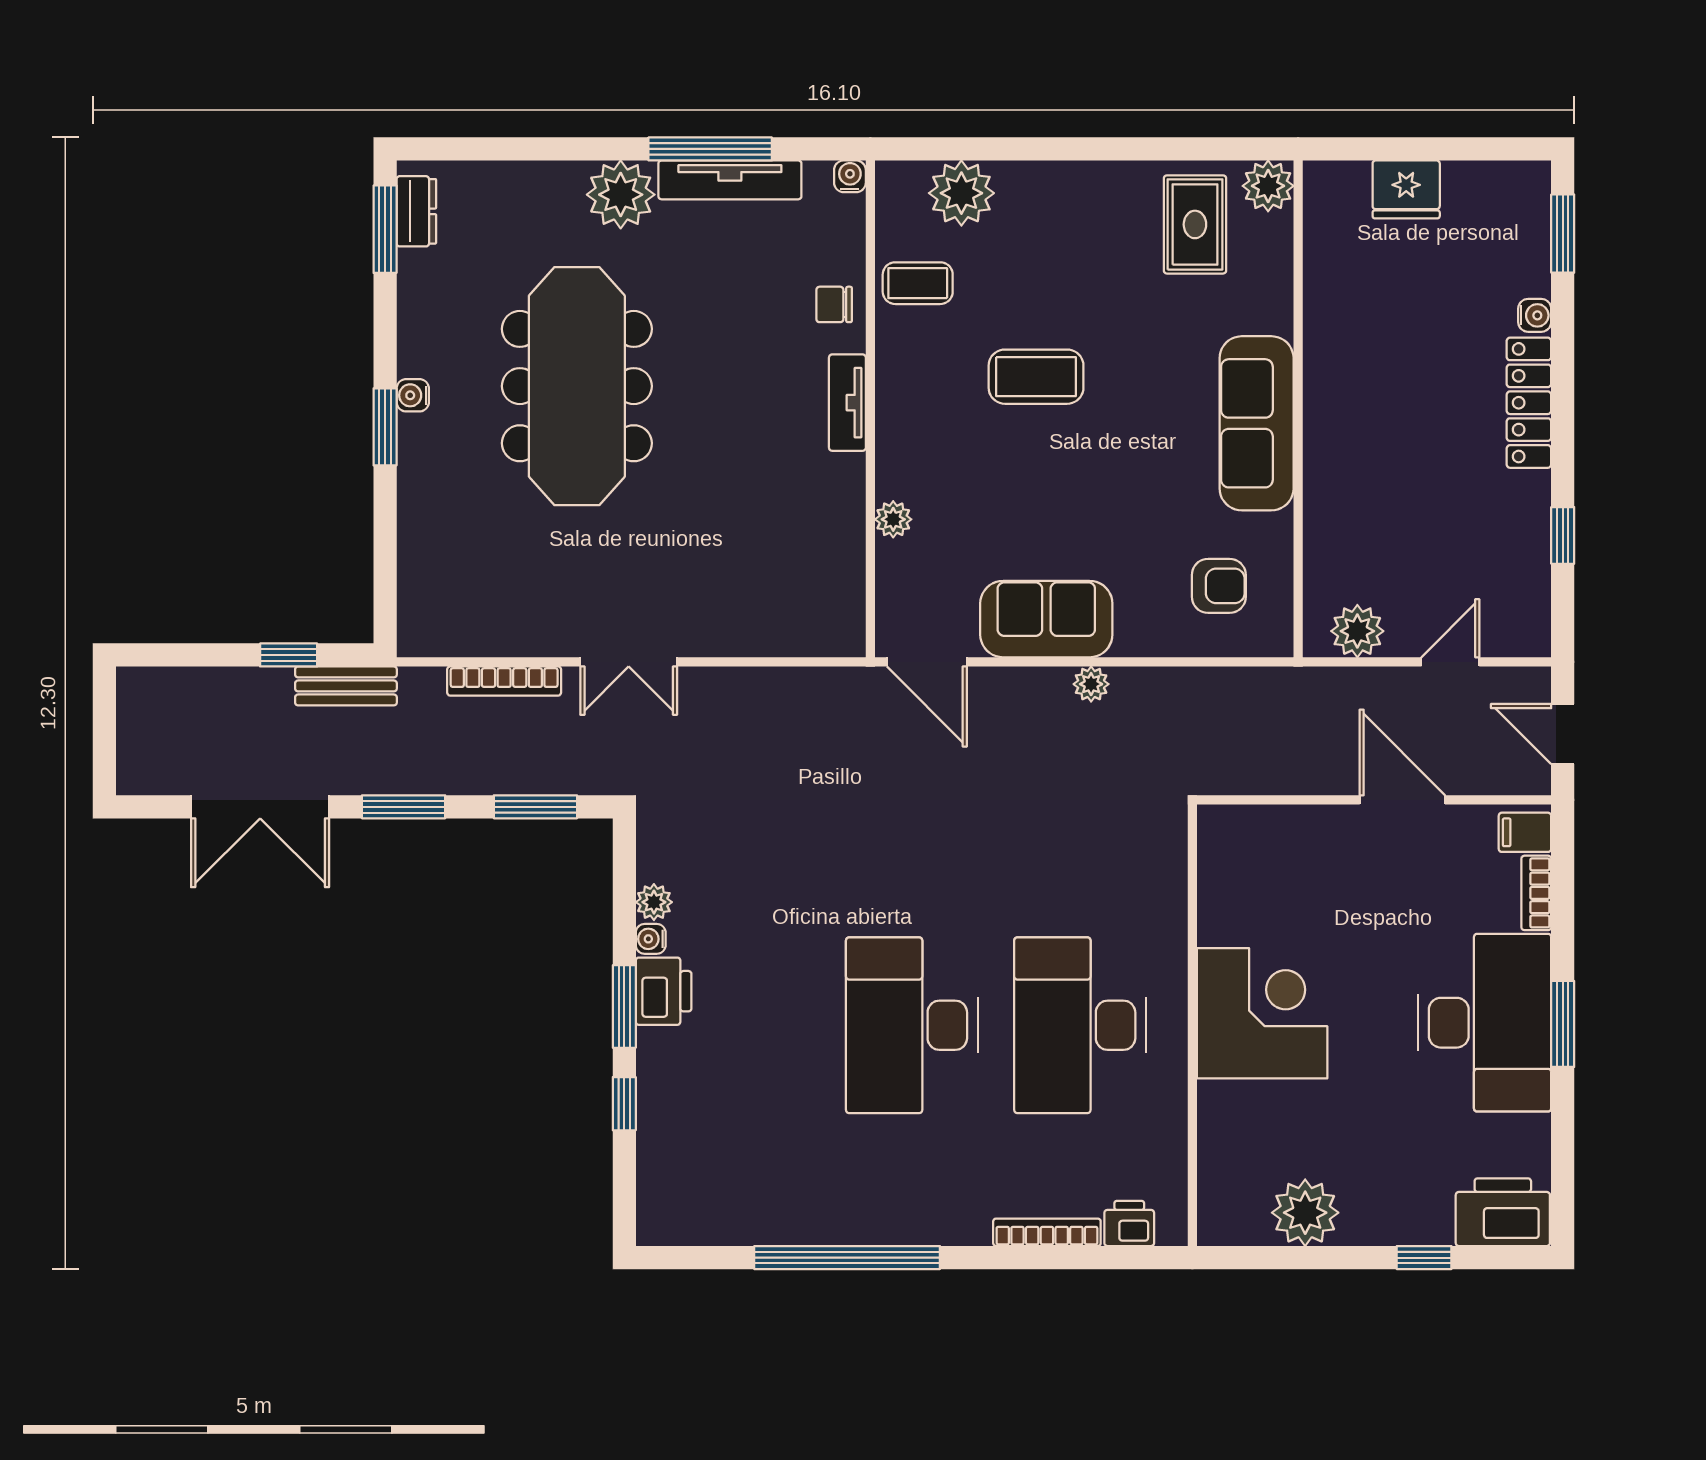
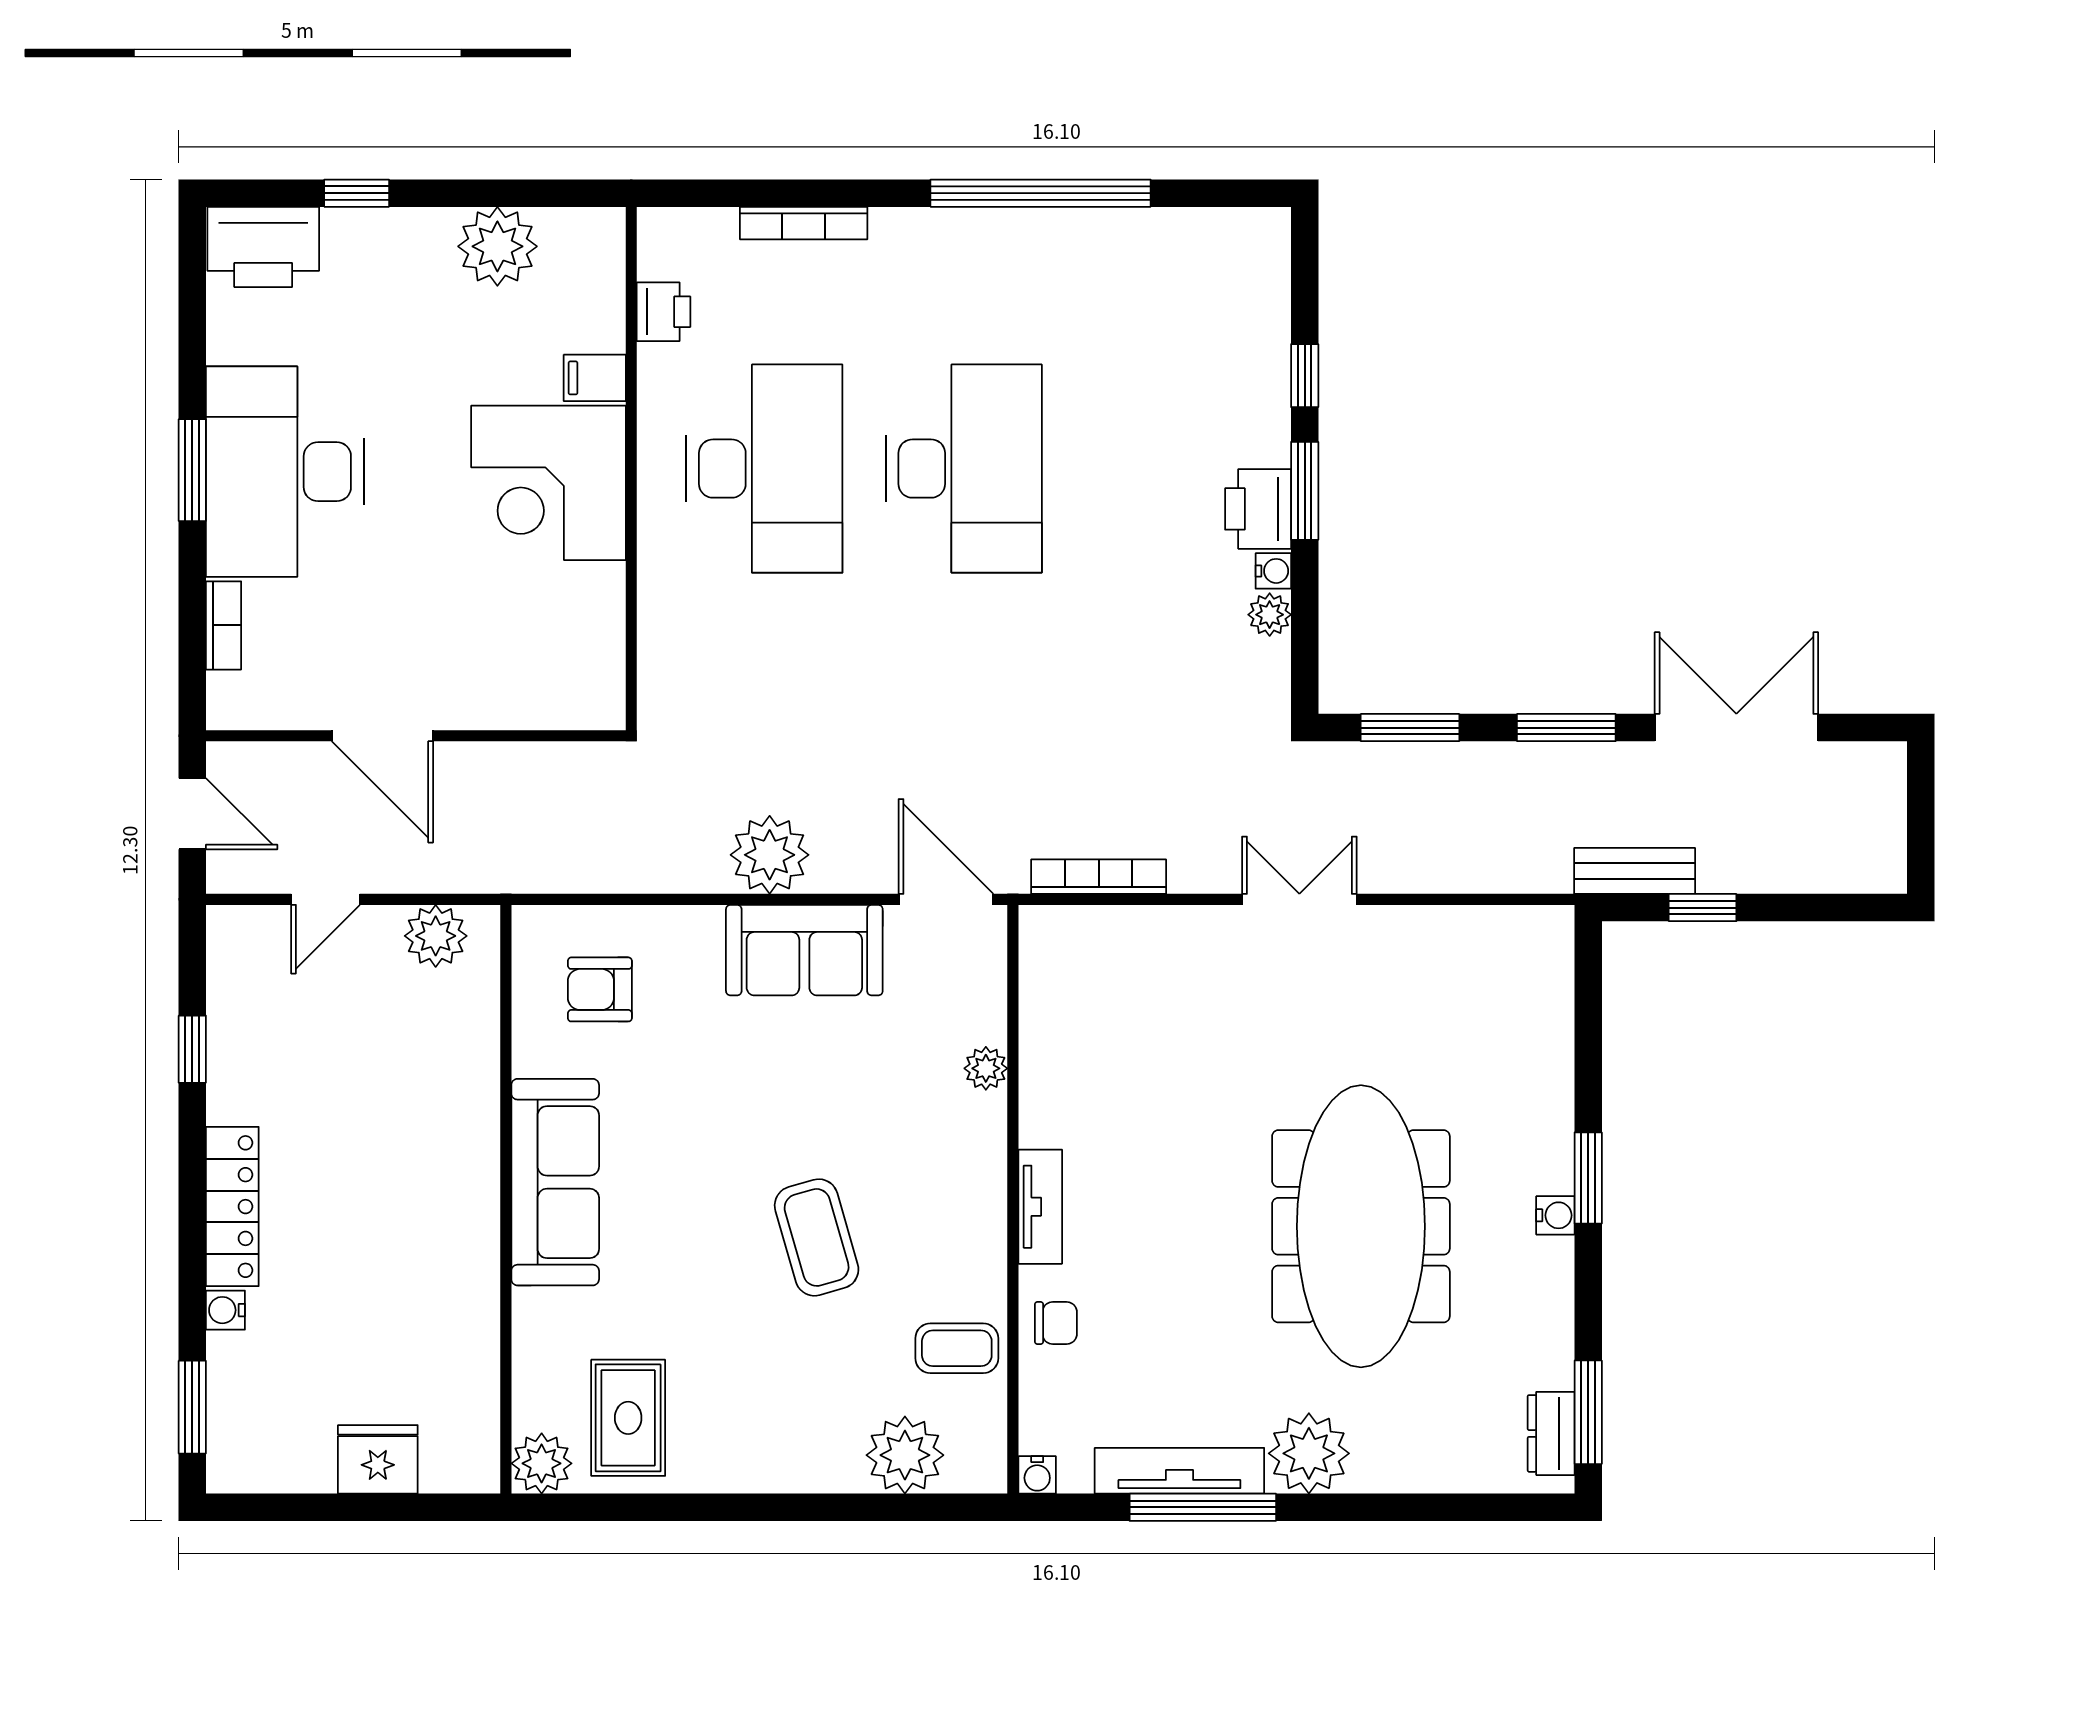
coffee table: (1036, 377) -> (817, 1237), turned 74
bookcase: (504, 681) -> (1099, 877), moved
plant: (1091, 684) -> (770, 855), width x1.87, depth x1.87
filing cabinet: (1525, 832) -> (595, 378), moved, turned 180
printer: (1129, 1223) -> (663, 312), moved, turned -90

